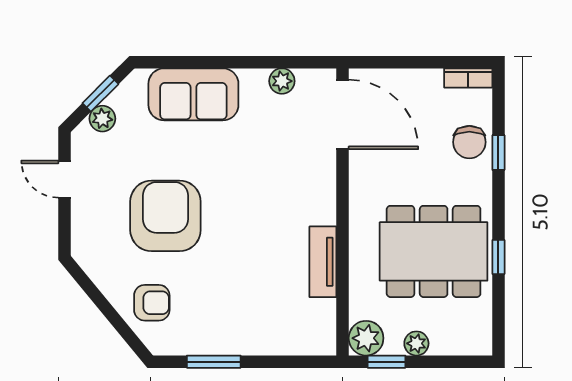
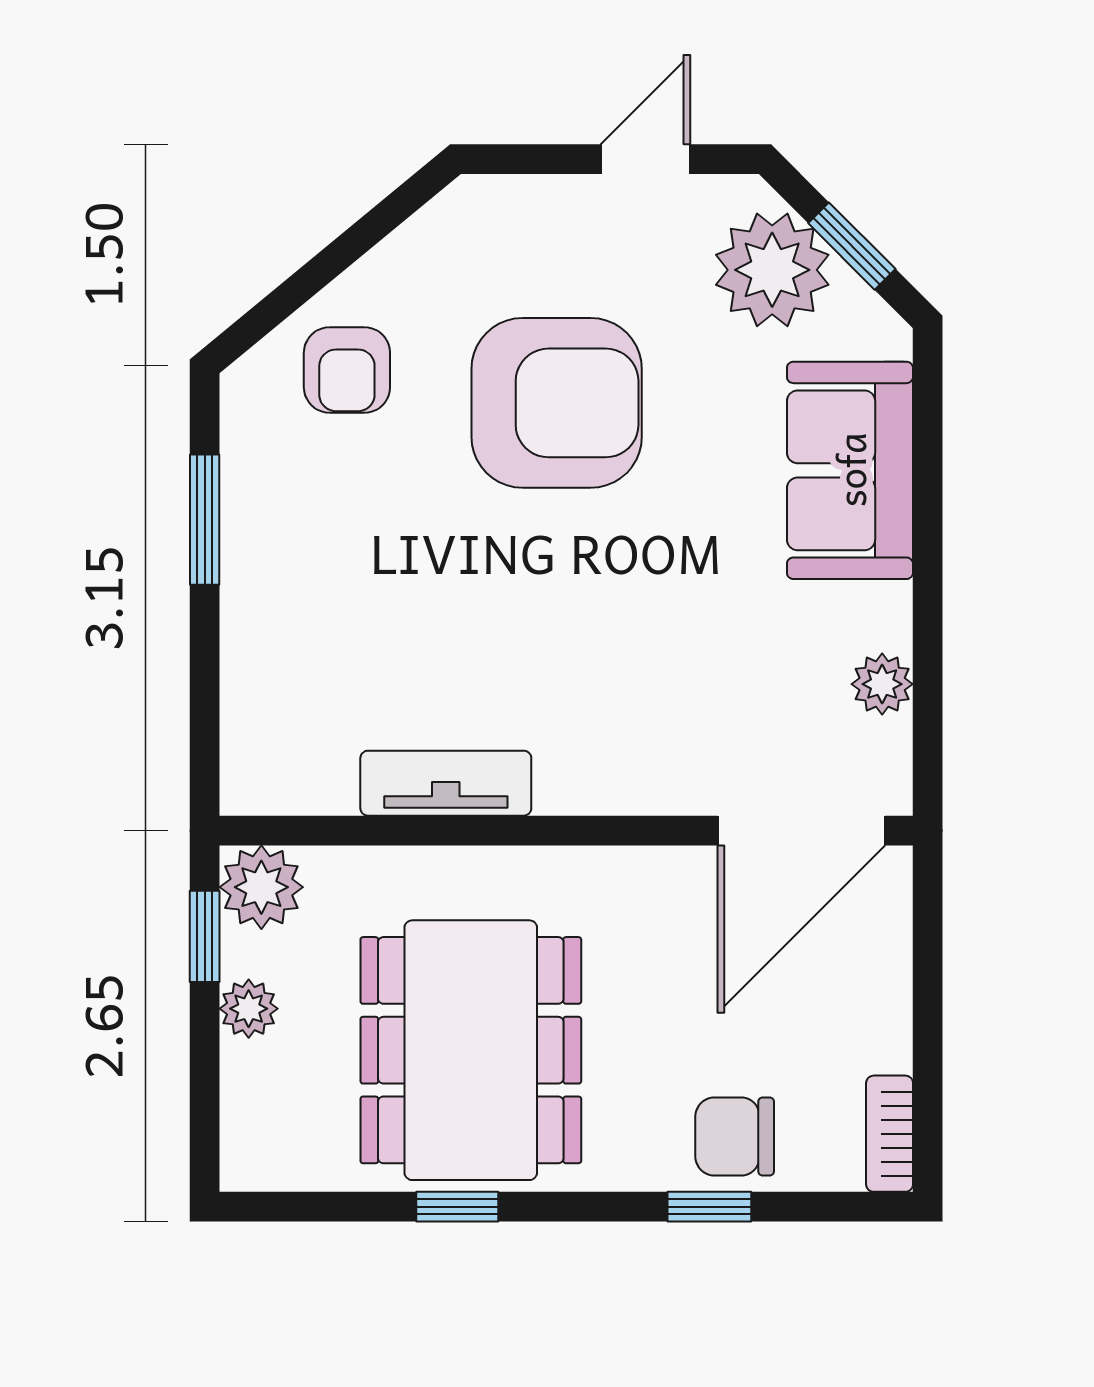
plant: (102, 119) -> (772, 270), width x1.88, depth x1.88

